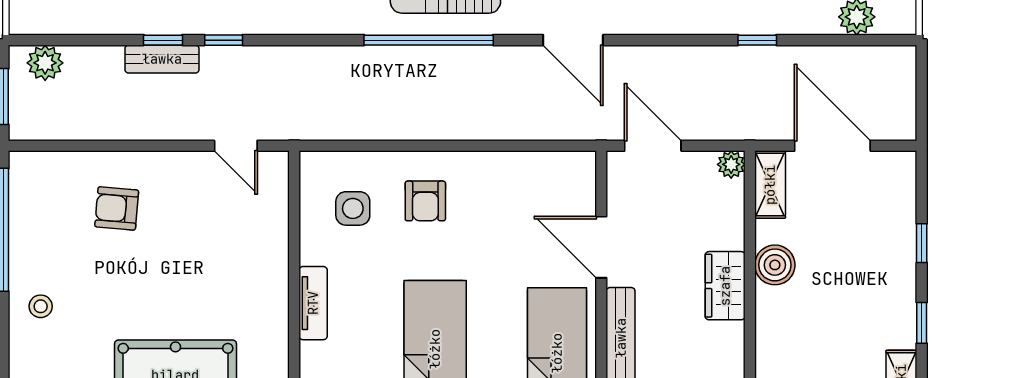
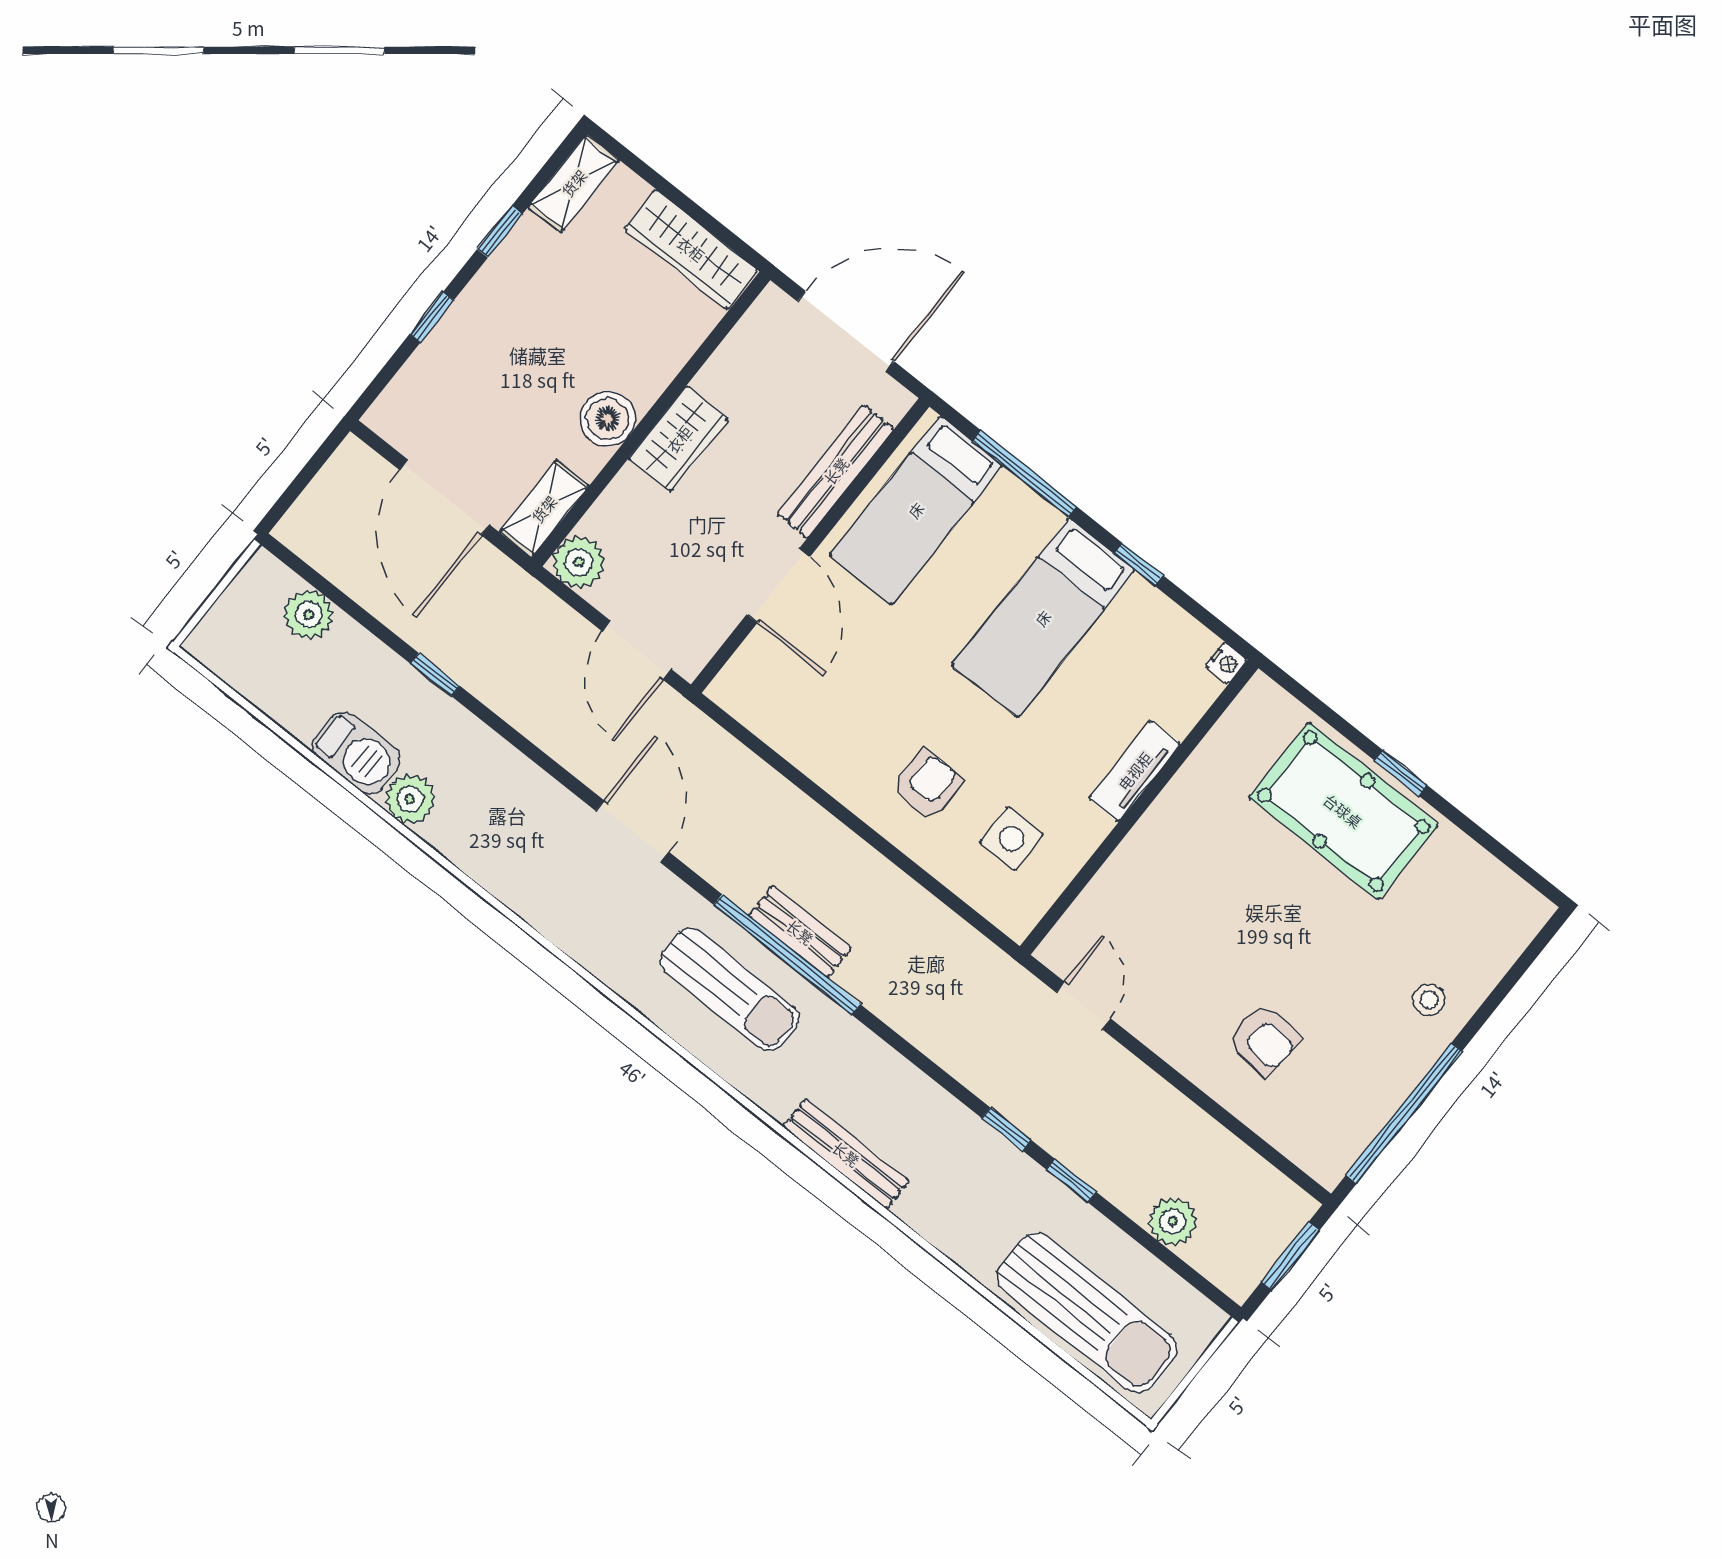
bench: (162, 59) -> (800, 932), moved
plant: (45, 63) -> (1173, 1222), moved
plant: (731, 164) -> (579, 562), width x1.38, depth x1.38

